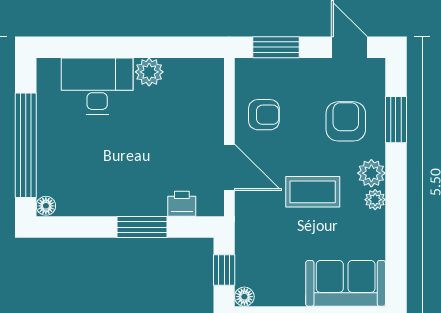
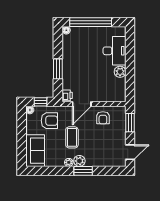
window: (396, 120) -> (83, 171), moved
armchair: (346, 121) -> (49, 121), moved
printer: (182, 204) -> (67, 95), moved

